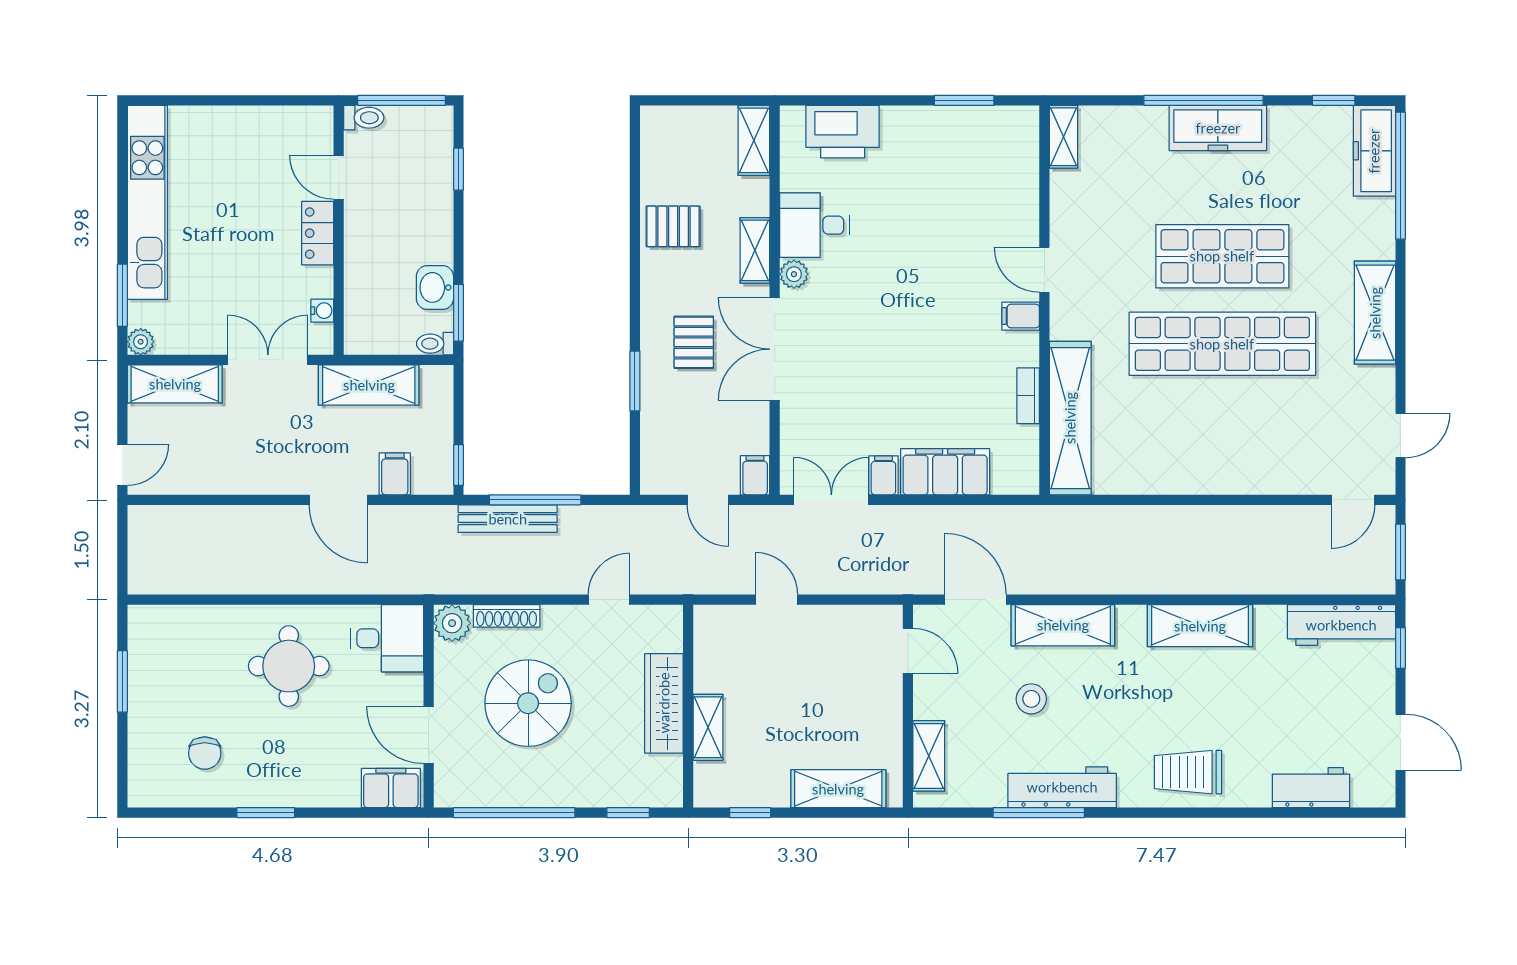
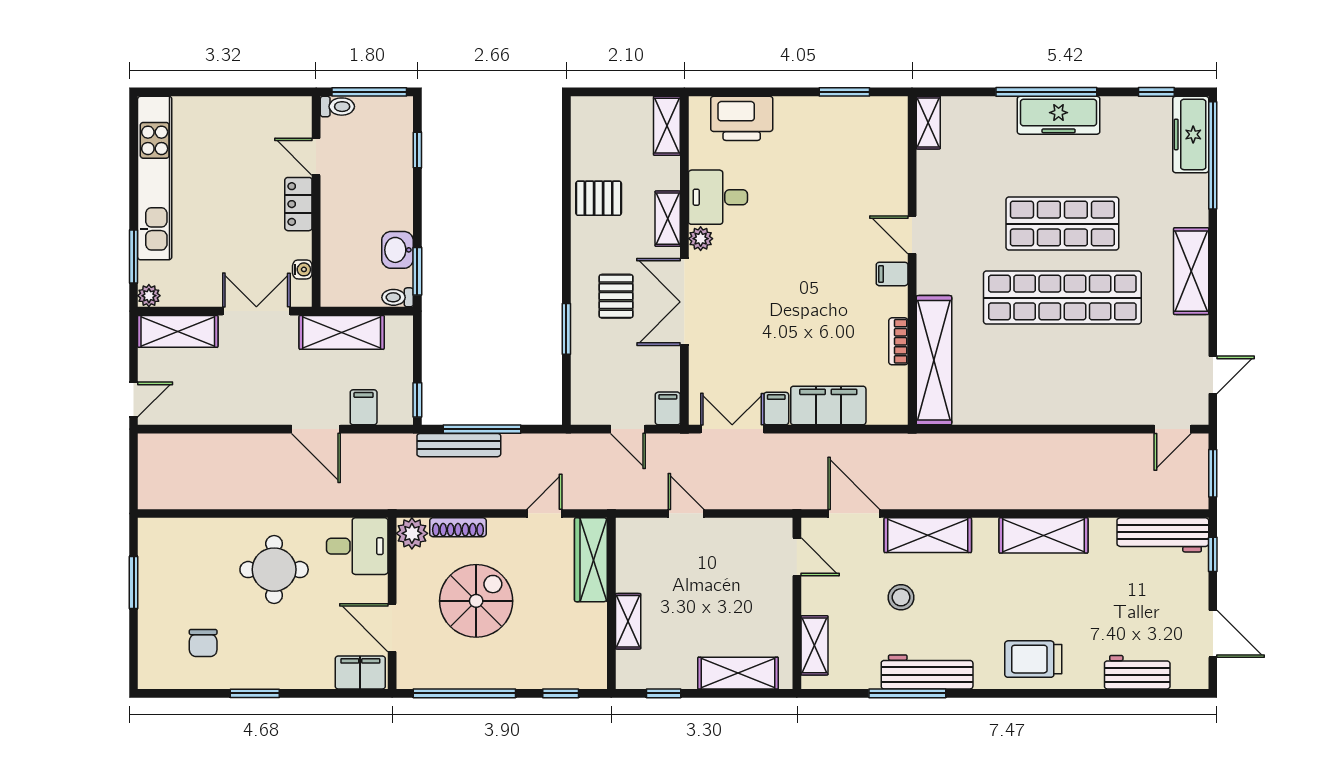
wardrobe: (664, 703) -> (591, 560), moved

